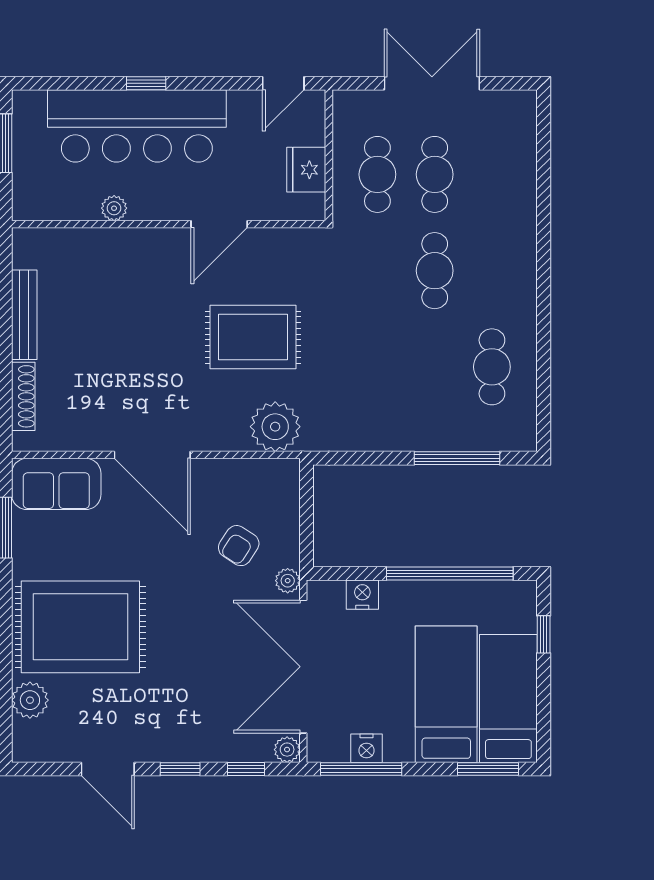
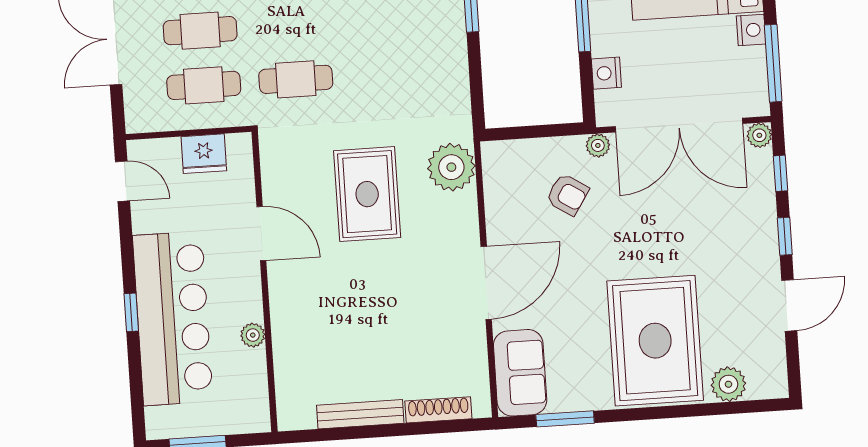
cafe table: (435, 271) -> (296, 79), moved
nightstand: (367, 748) -> (751, 30), moved

